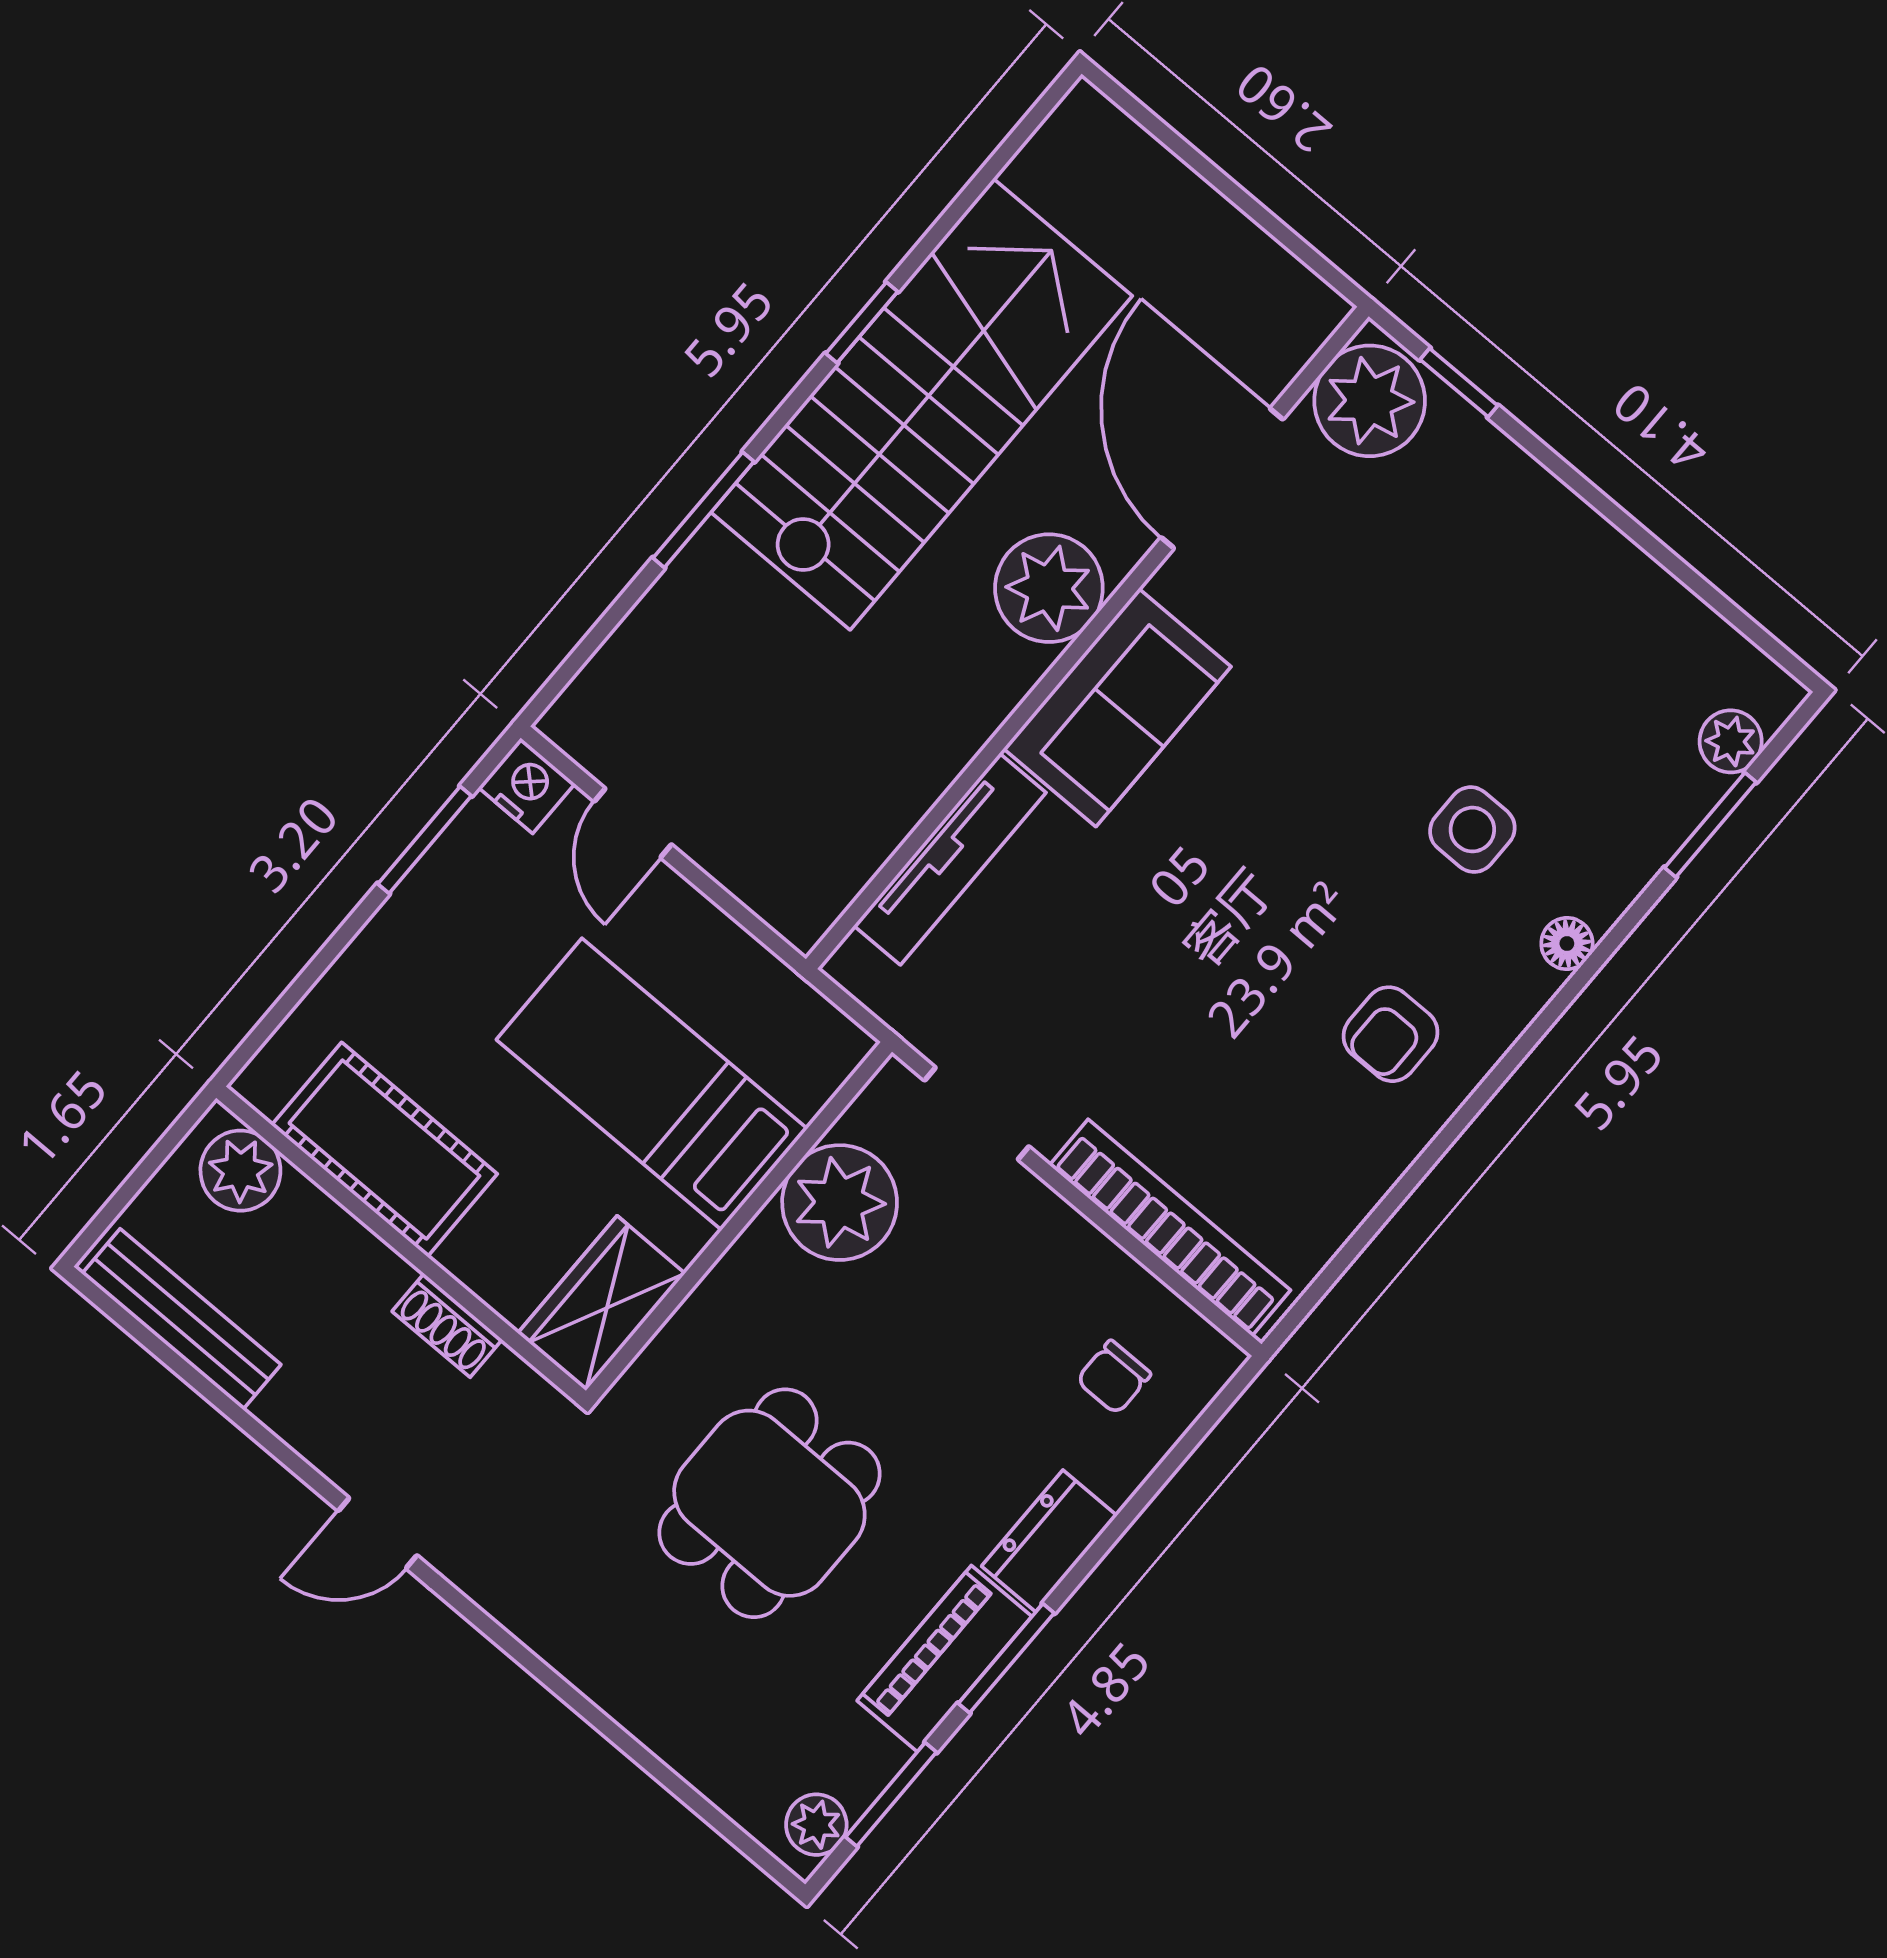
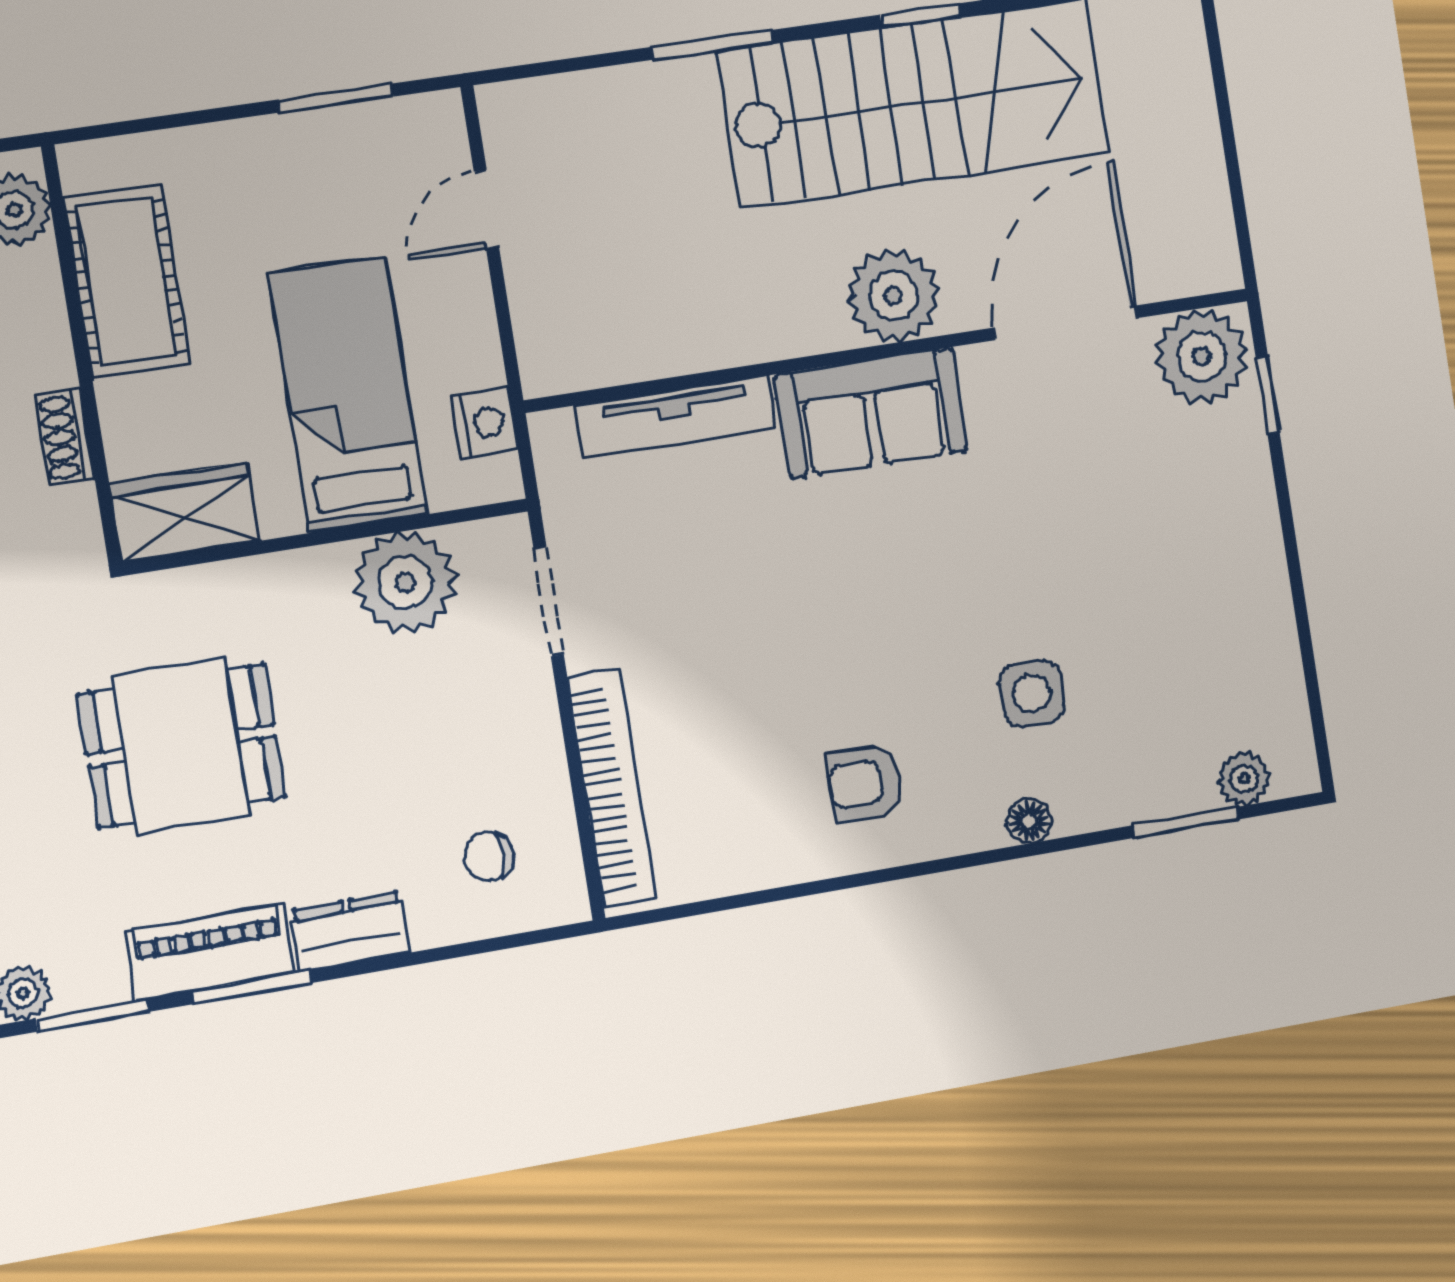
nightstand: (527, 786) -> (484, 423), moved

